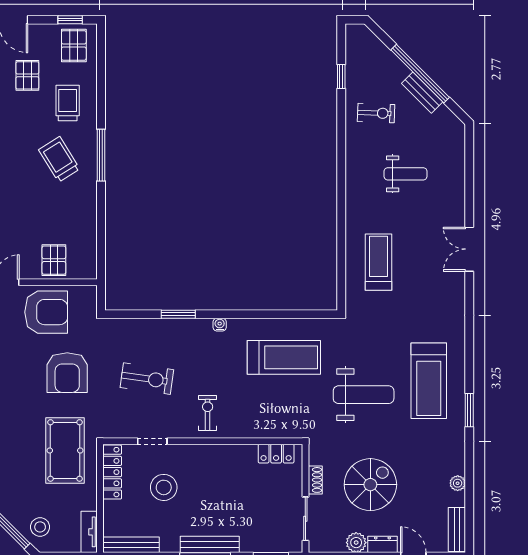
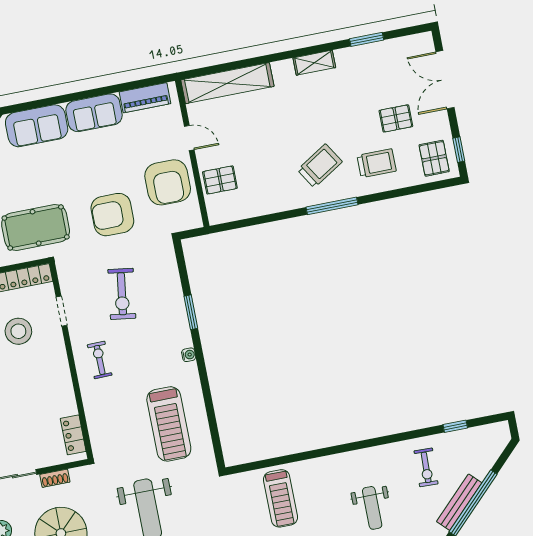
pallet: (74, 45) -> (434, 158), turned 90
bench: (422, 93) -> (459, 502), width x1.36
treadmill: (378, 262) -> (280, 498), turned 90
exercise bike: (208, 413) -> (100, 360), turned -91

